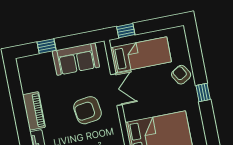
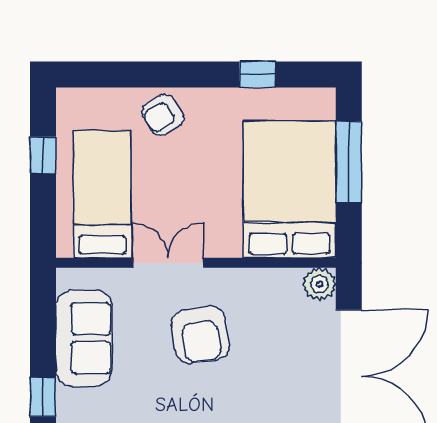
window: (126, 31) -> (43, 155), moved
window: (203, 92) -> (258, 74), moved

